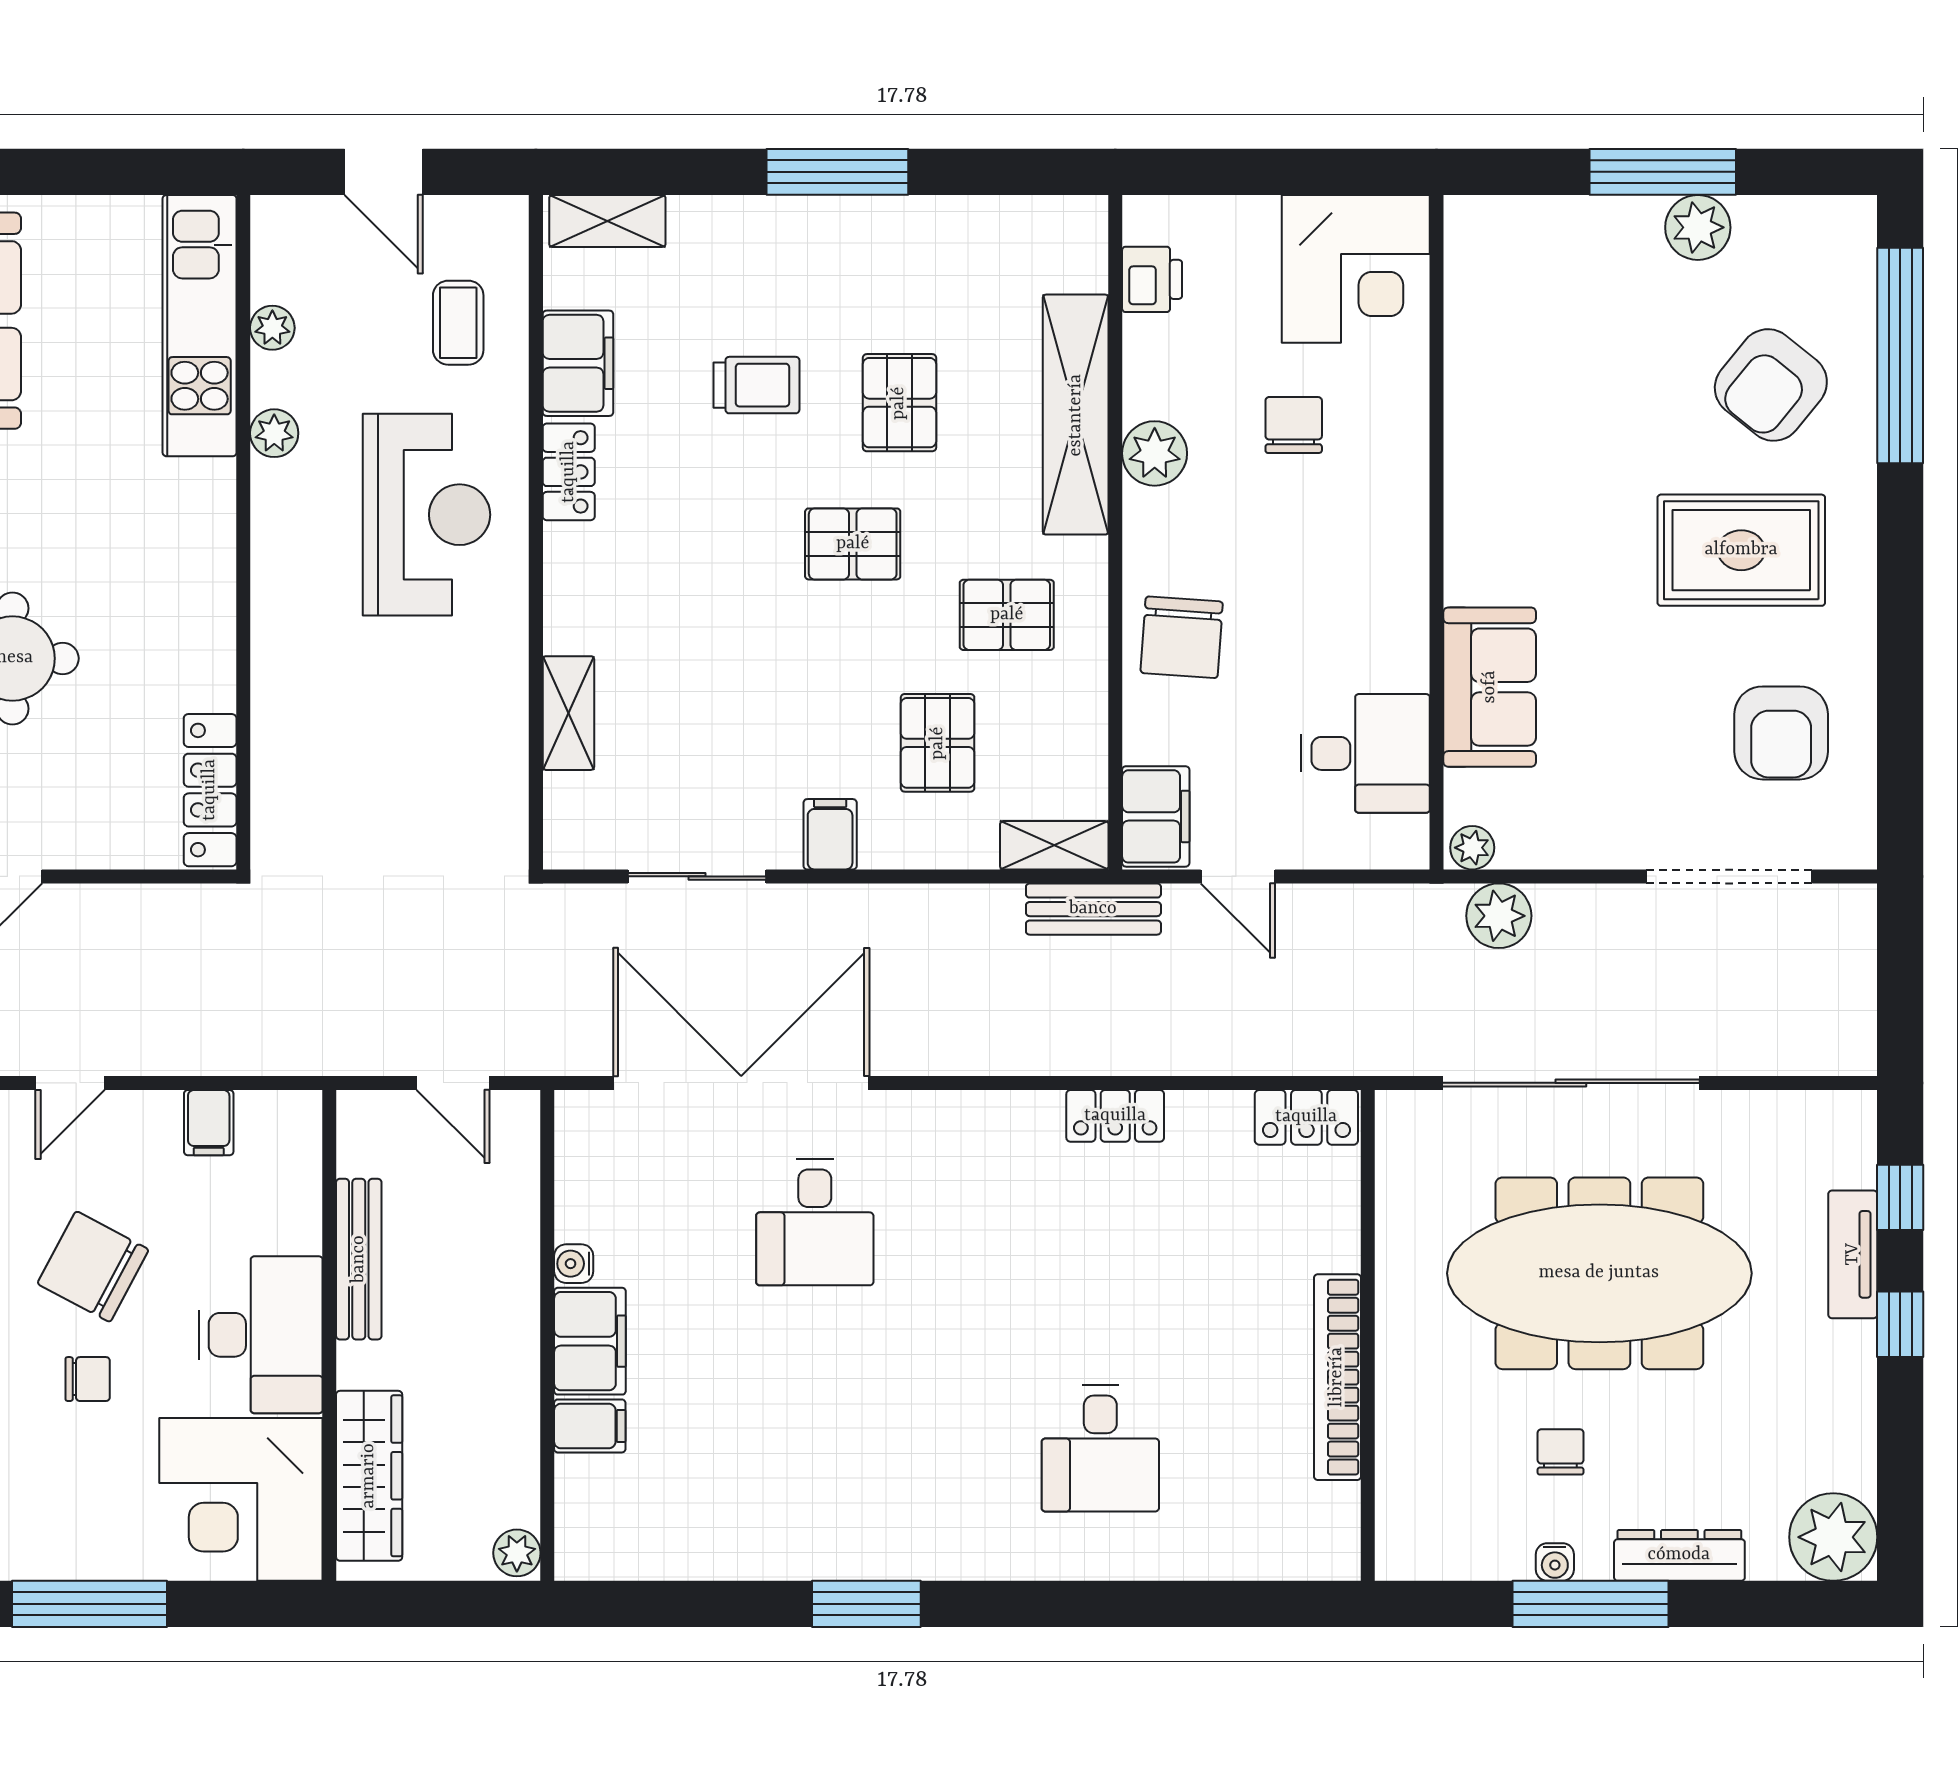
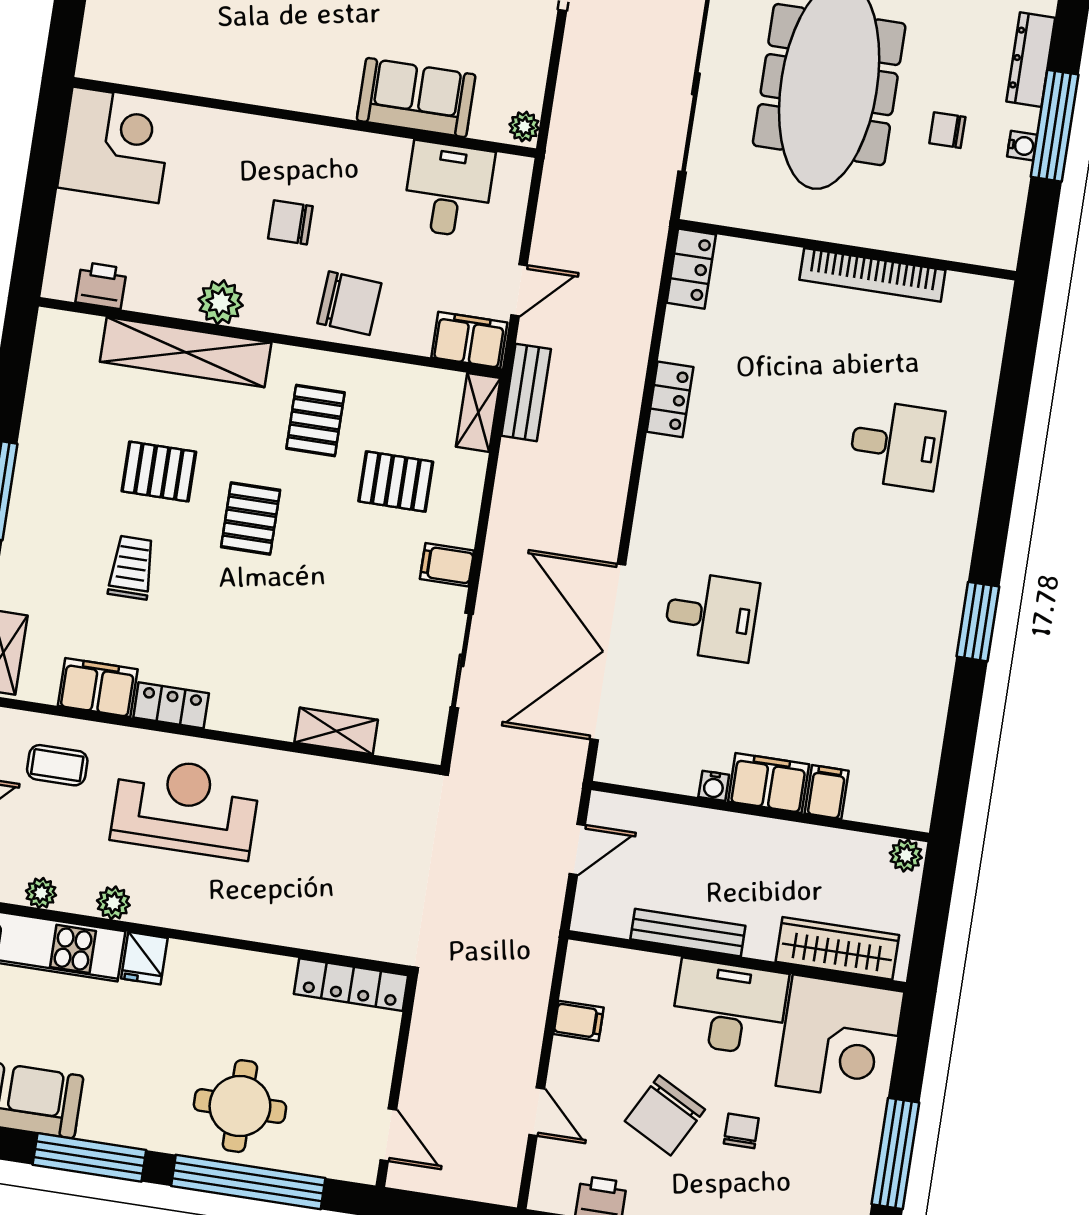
chair: (1294, 425) -> (290, 222), moved
fridge: (202, 490) -> (144, 958), added
plant: (1499, 916) -> (574, 116), removed

